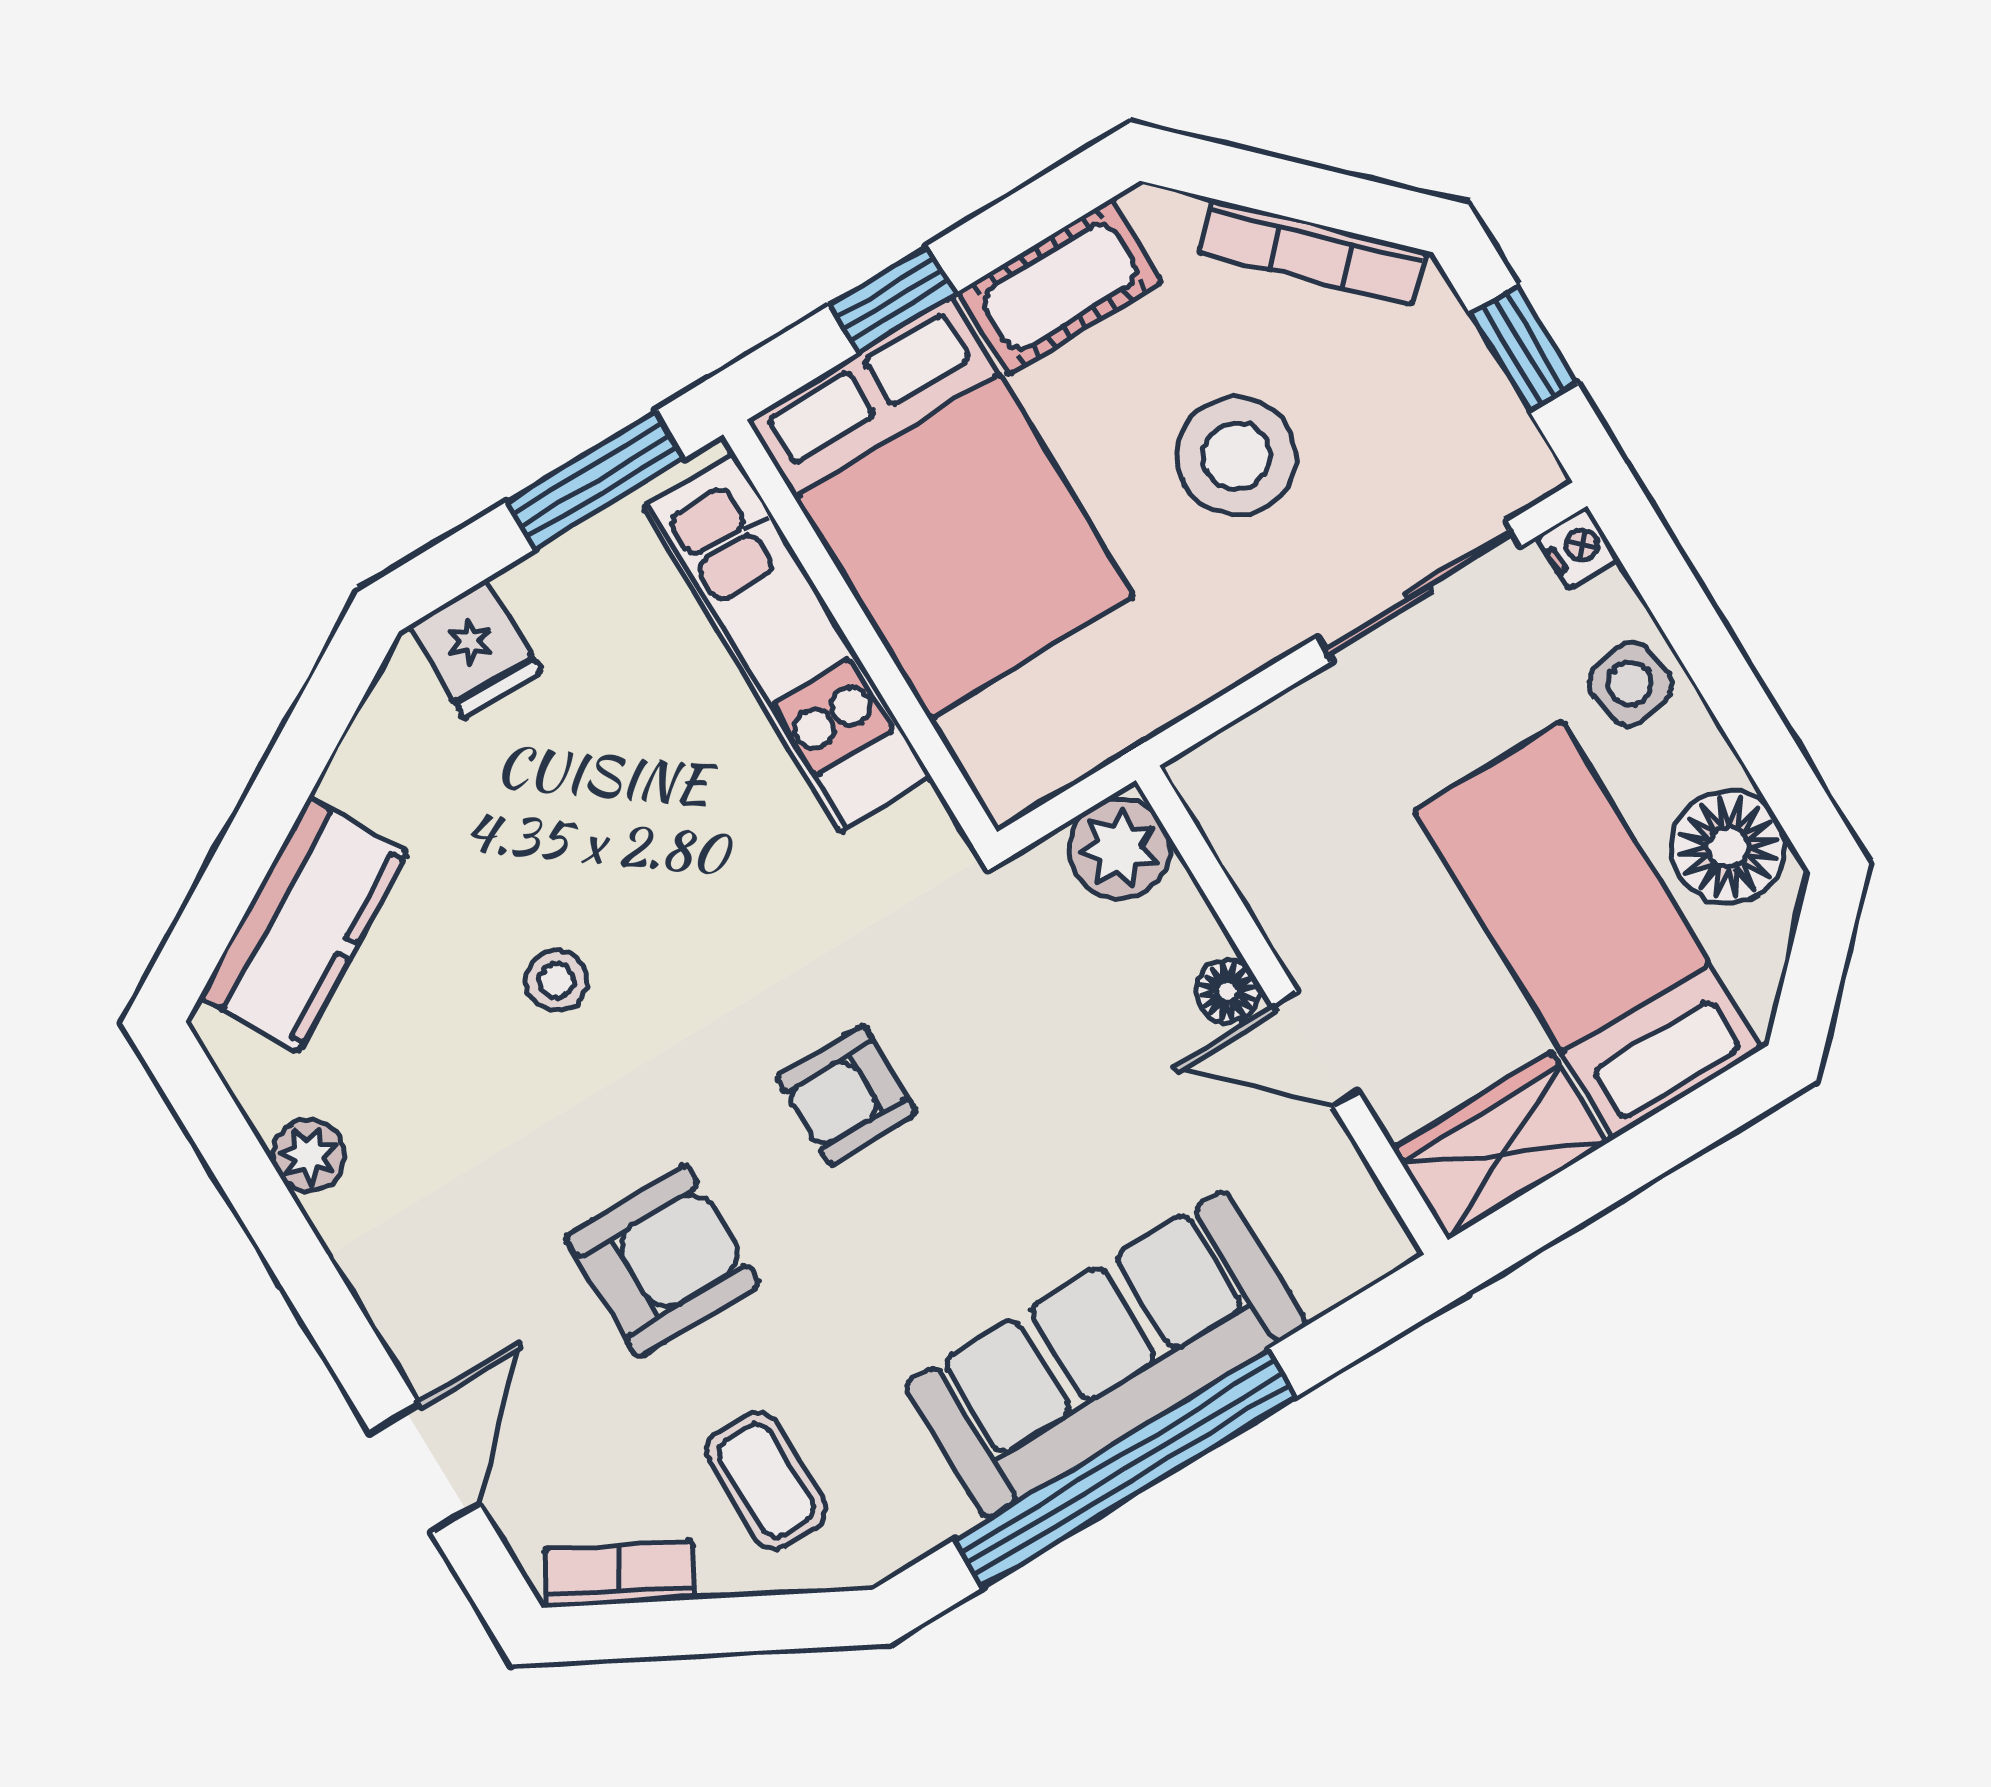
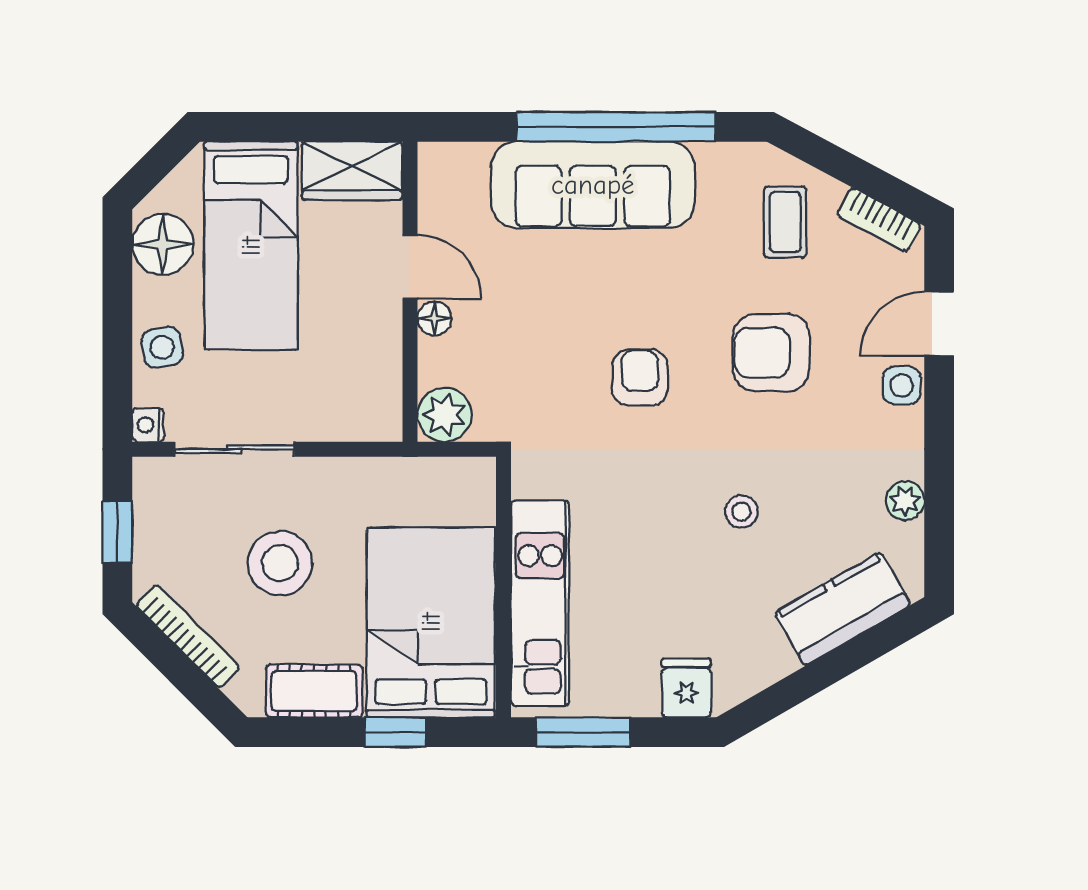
armchair: (846, 1095) -> (640, 378), turned -90
side table: (425, 1334) -> (902, 385), added

